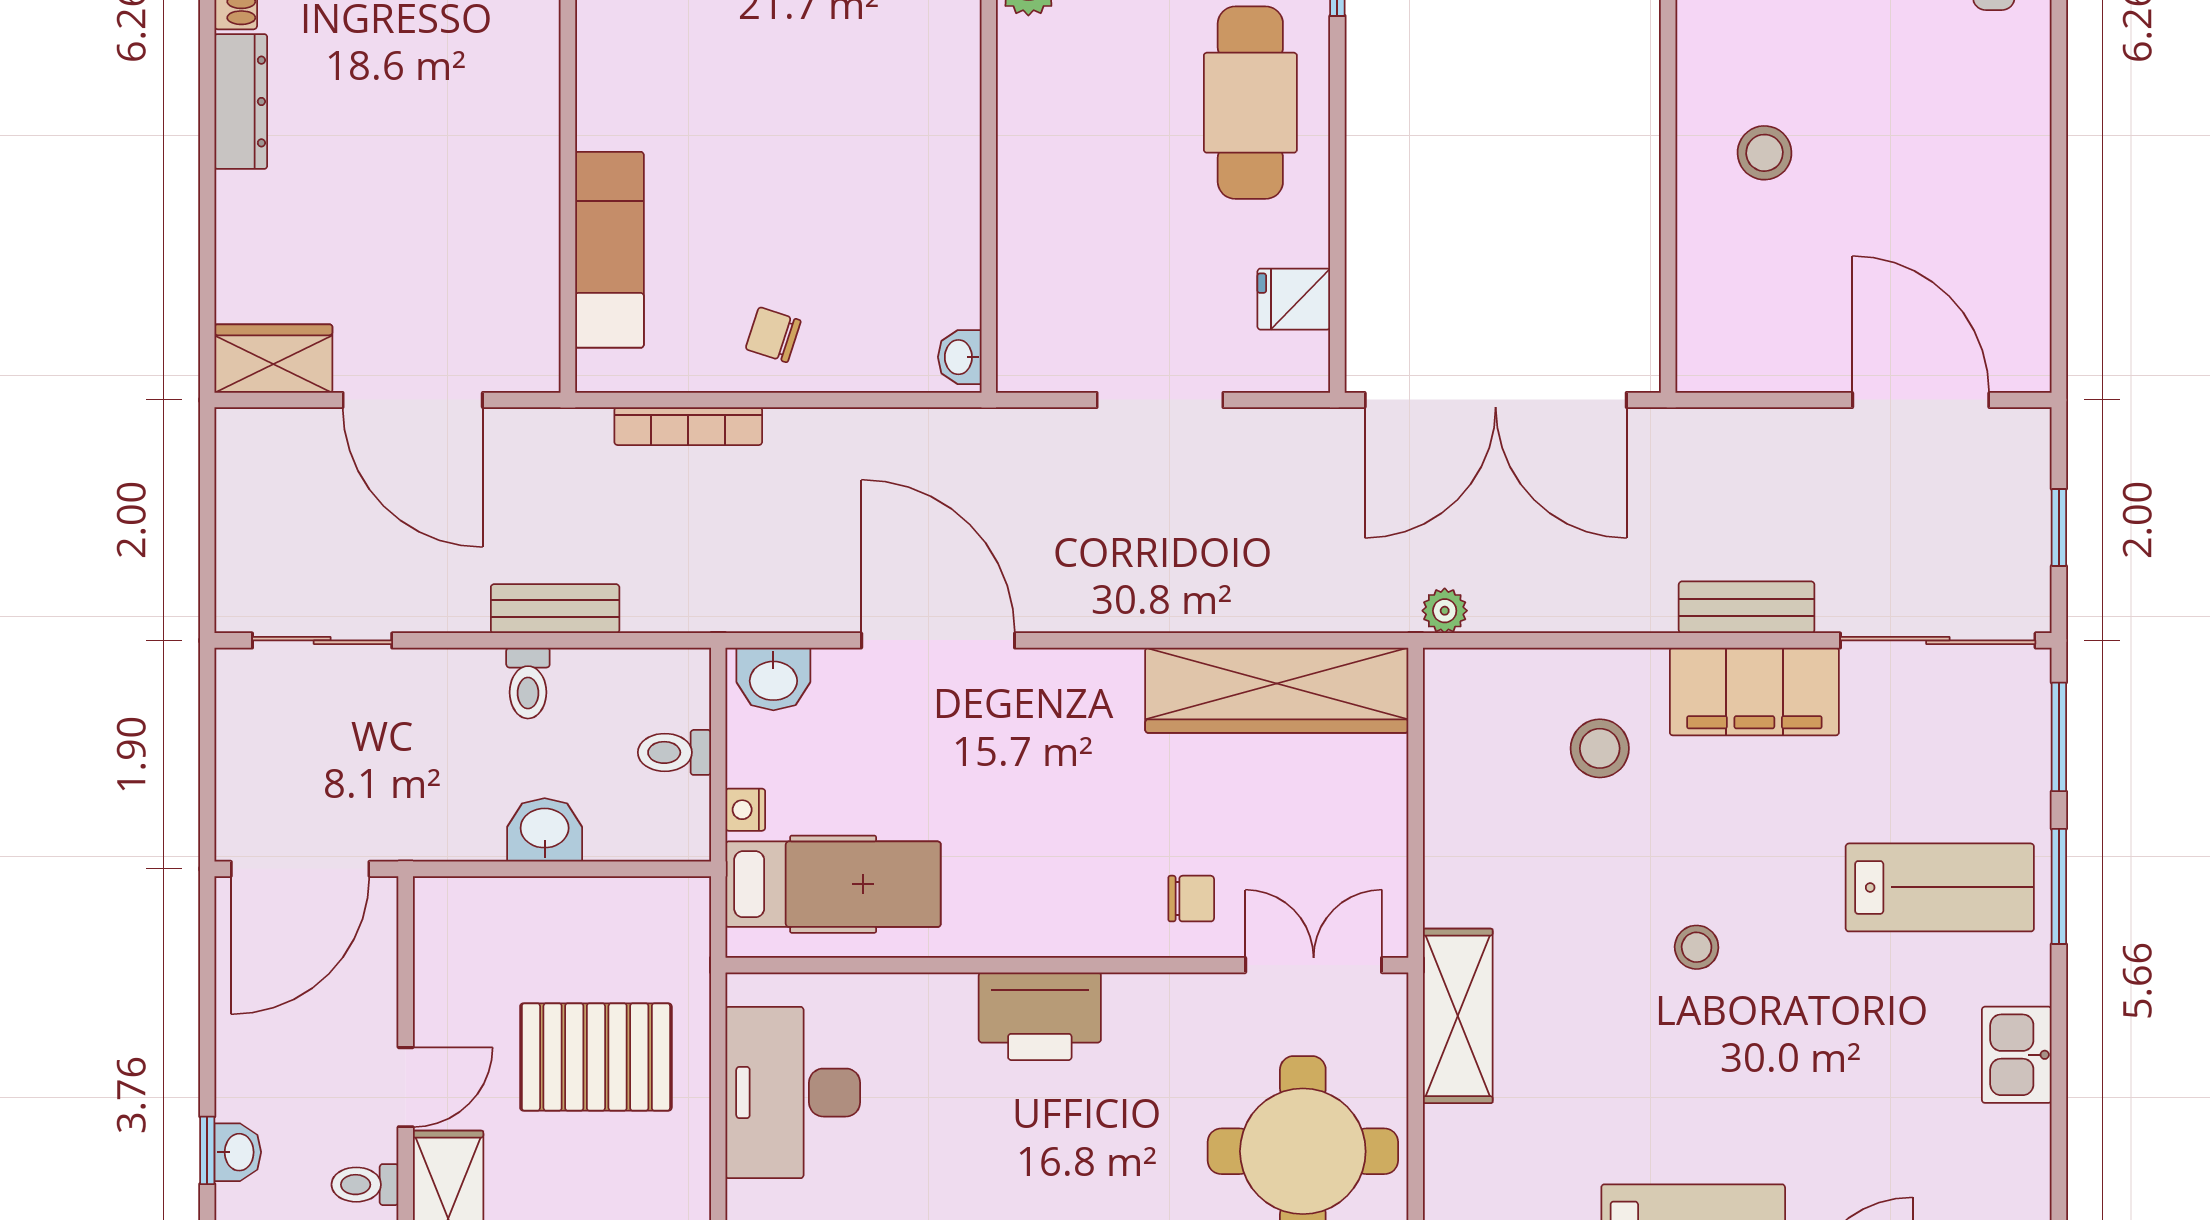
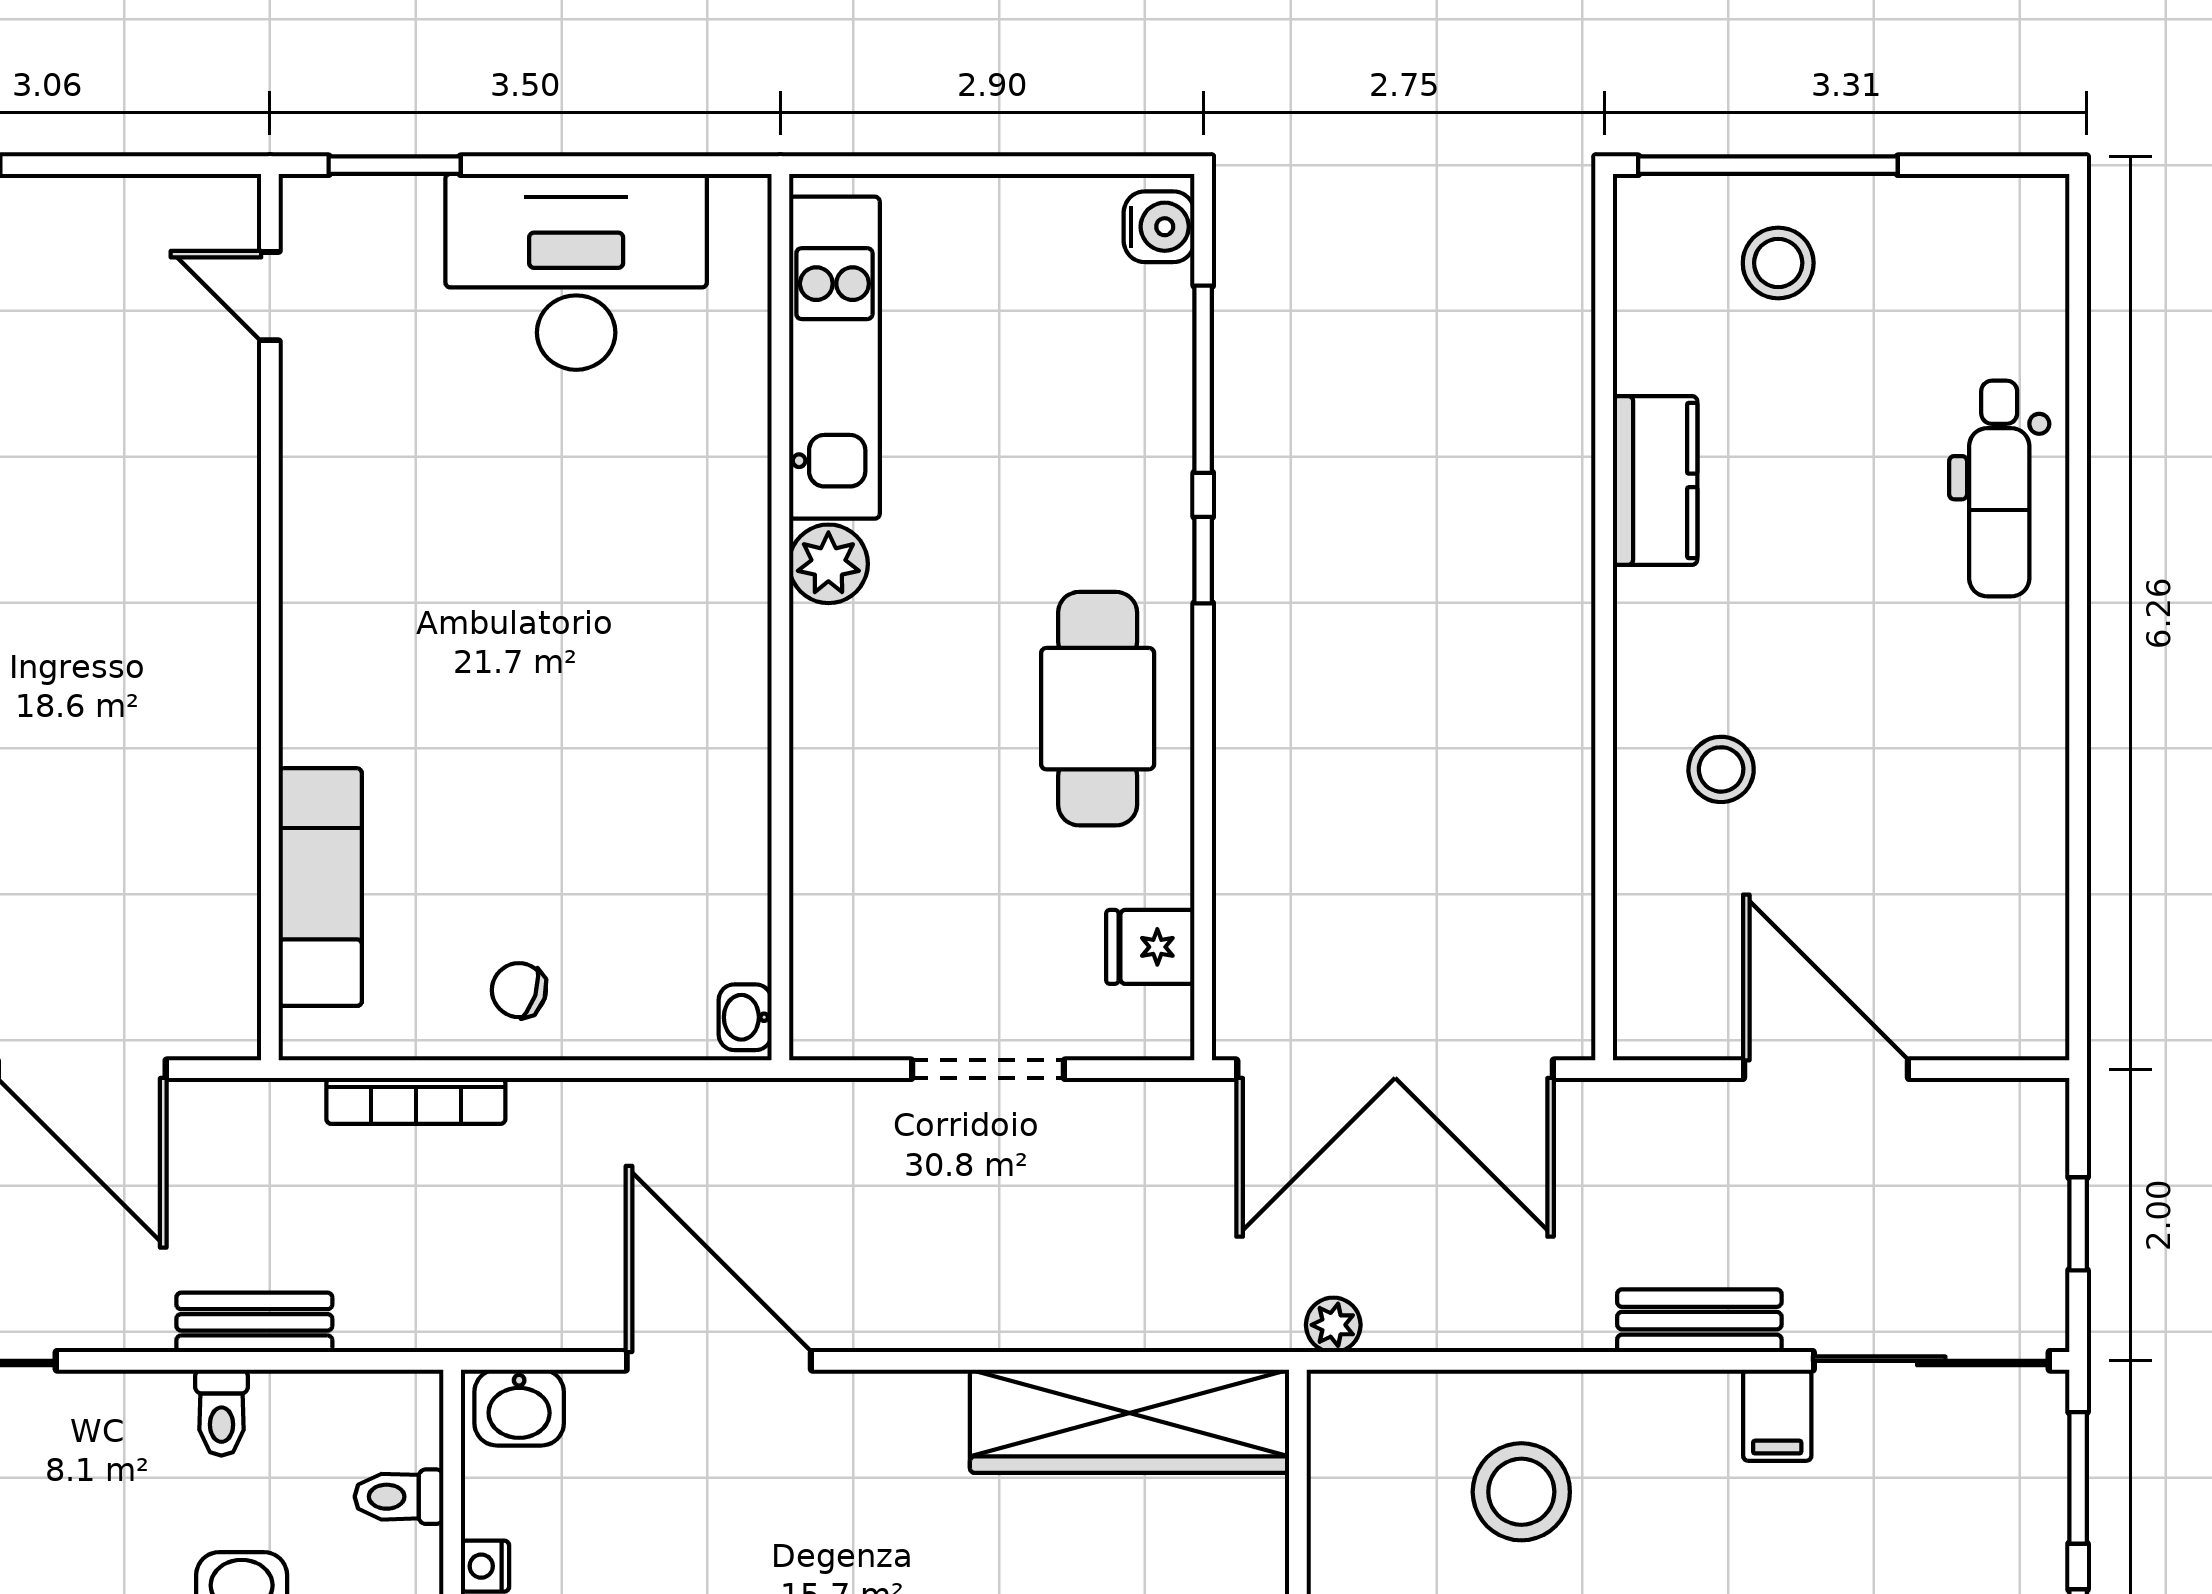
door: (1921, 400) -> (1826, 1069), moved
filing cabinet: (1754, 692) -> (1777, 1415), width x0.33, depth x0.86
stool: (1600, 748) -> (1521, 1492), width x1.38, depth x1.38

